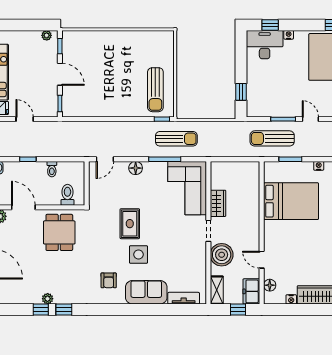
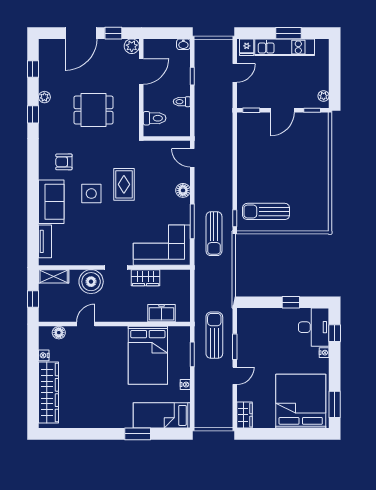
window: (241, 92) -> (291, 302), moved
rug: (130, 224) -> (124, 184), turned 90
dining table: (59, 232) -> (93, 110), moved
freezer: (251, 291) -> (161, 313), moved
window: (41, 310) -> (33, 69), moved

